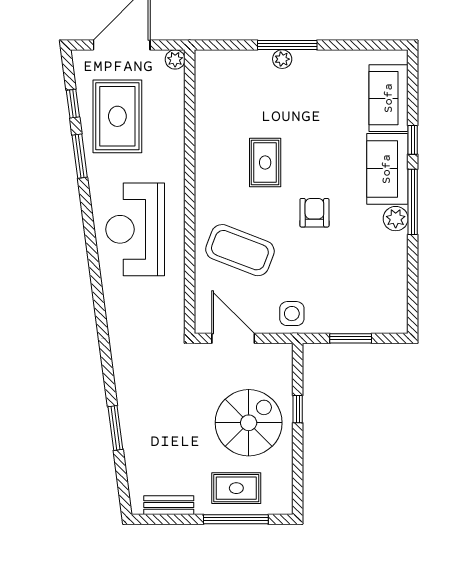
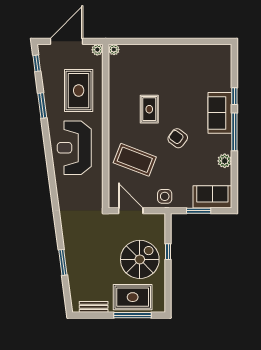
window: (287, 45) -> (162, 41), removed
plant: (282, 59) -> (114, 50), moved
sofa: (389, 98) -> (212, 197), moved, turned 90
window: (73, 104) -> (37, 63), moved
rug: (117, 116) -> (79, 91), moved
armchair: (314, 213) -> (178, 138), turned -53
plant: (396, 219) -> (225, 161), moved
rug: (236, 488) -> (133, 297), width x1.36, depth x1.43

